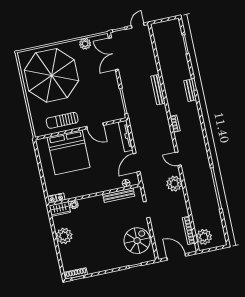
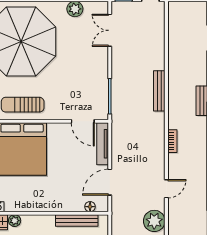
double door: (113, 54) -> (110, 30), width x0.73
door: (95, 126) -> (83, 121), moved
door: (178, 159) -> (166, 189), swing flipped

